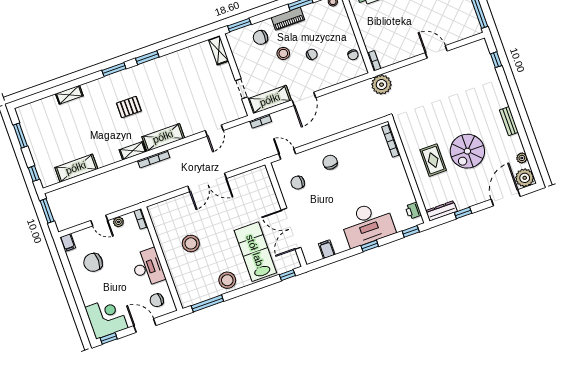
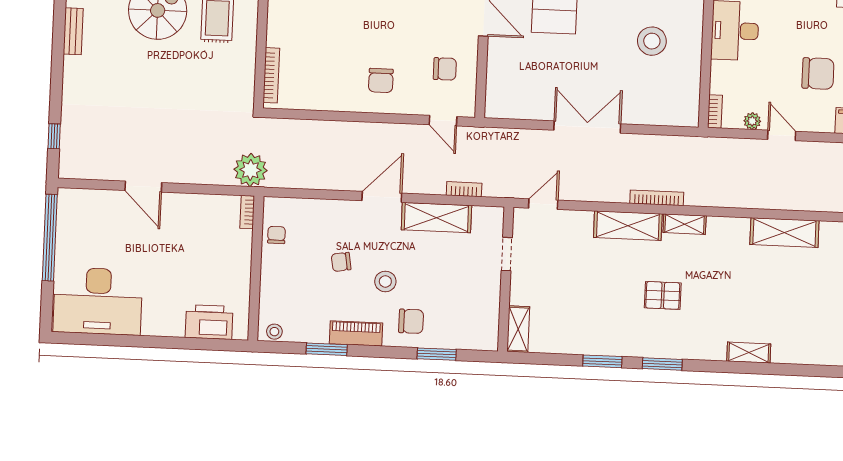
shelving: (219, 50) -> (518, 329), moved
wall: (236, 75) -> (506, 279), moved
doorway: (241, 89) -> (507, 254), moved

